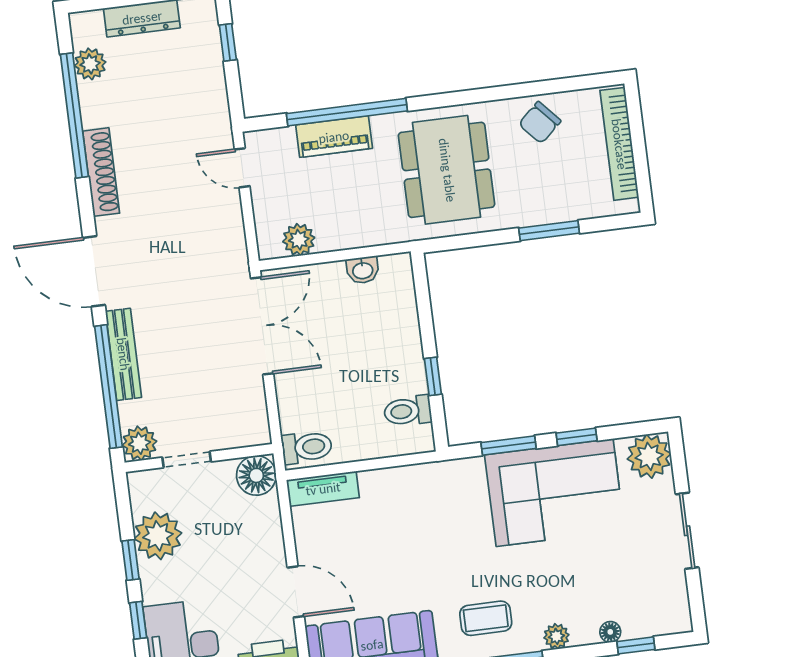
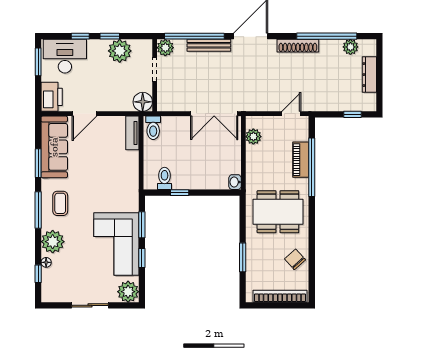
washbasin: (363, 270) -> (235, 182), moved
plant: (556, 636) -> (53, 242), width x1.88, depth x1.88

